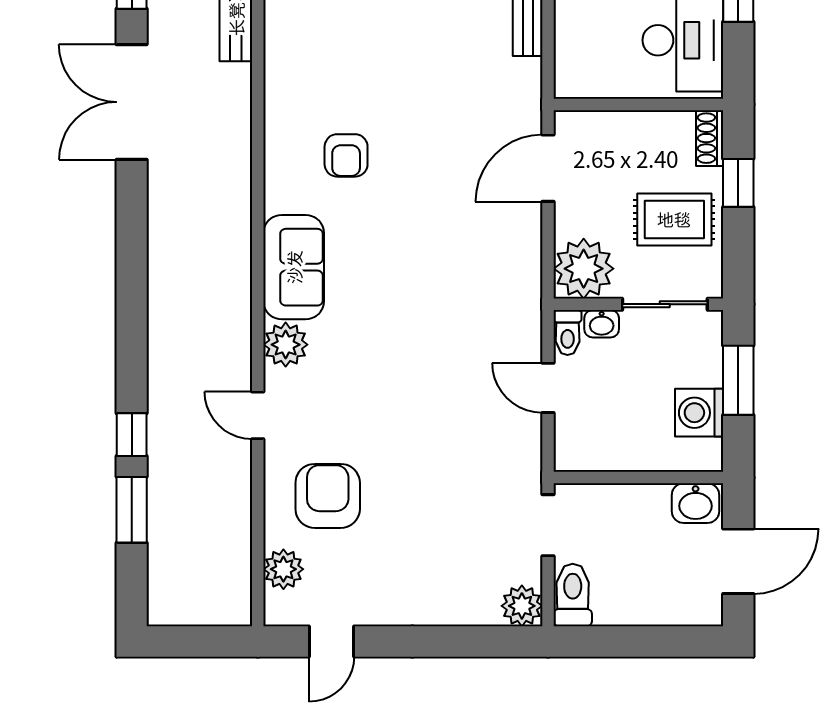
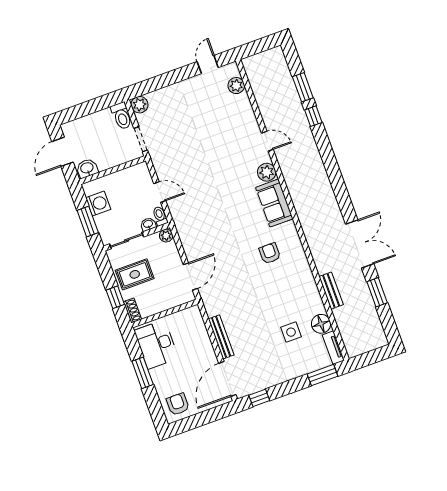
plant: (584, 269) -> (166, 236), width x0.53, depth x0.53
armchair: (328, 496) -> (229, 120), removed

